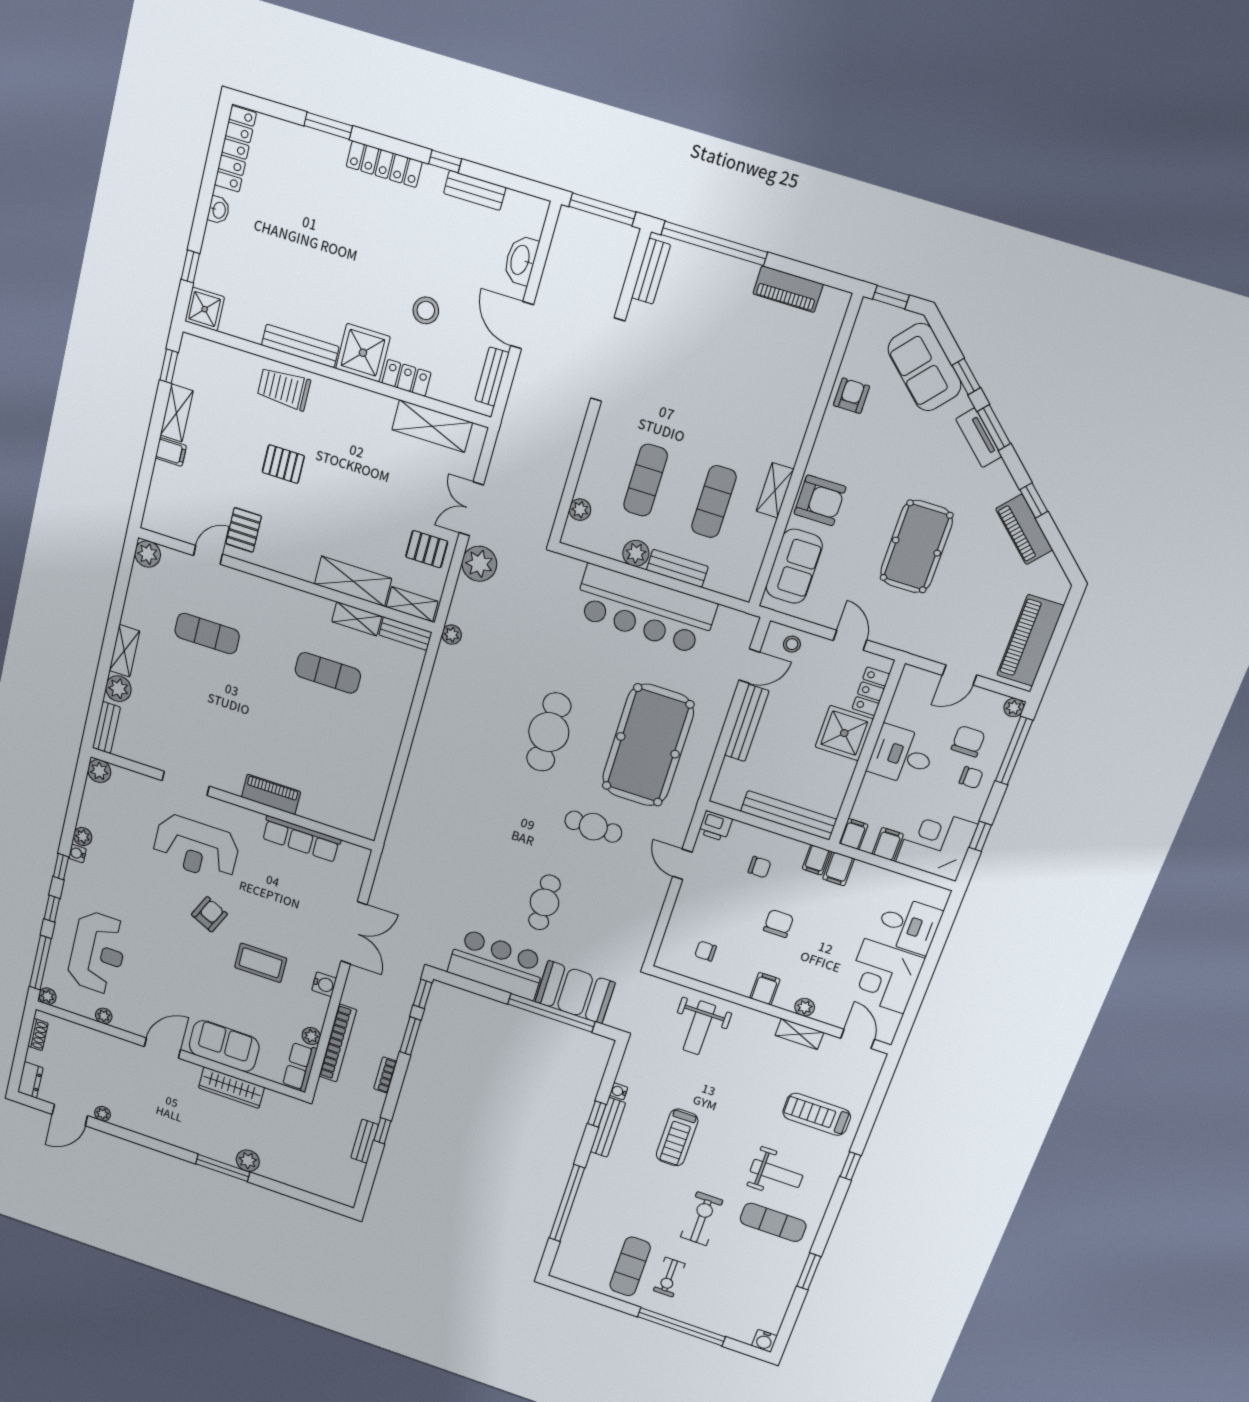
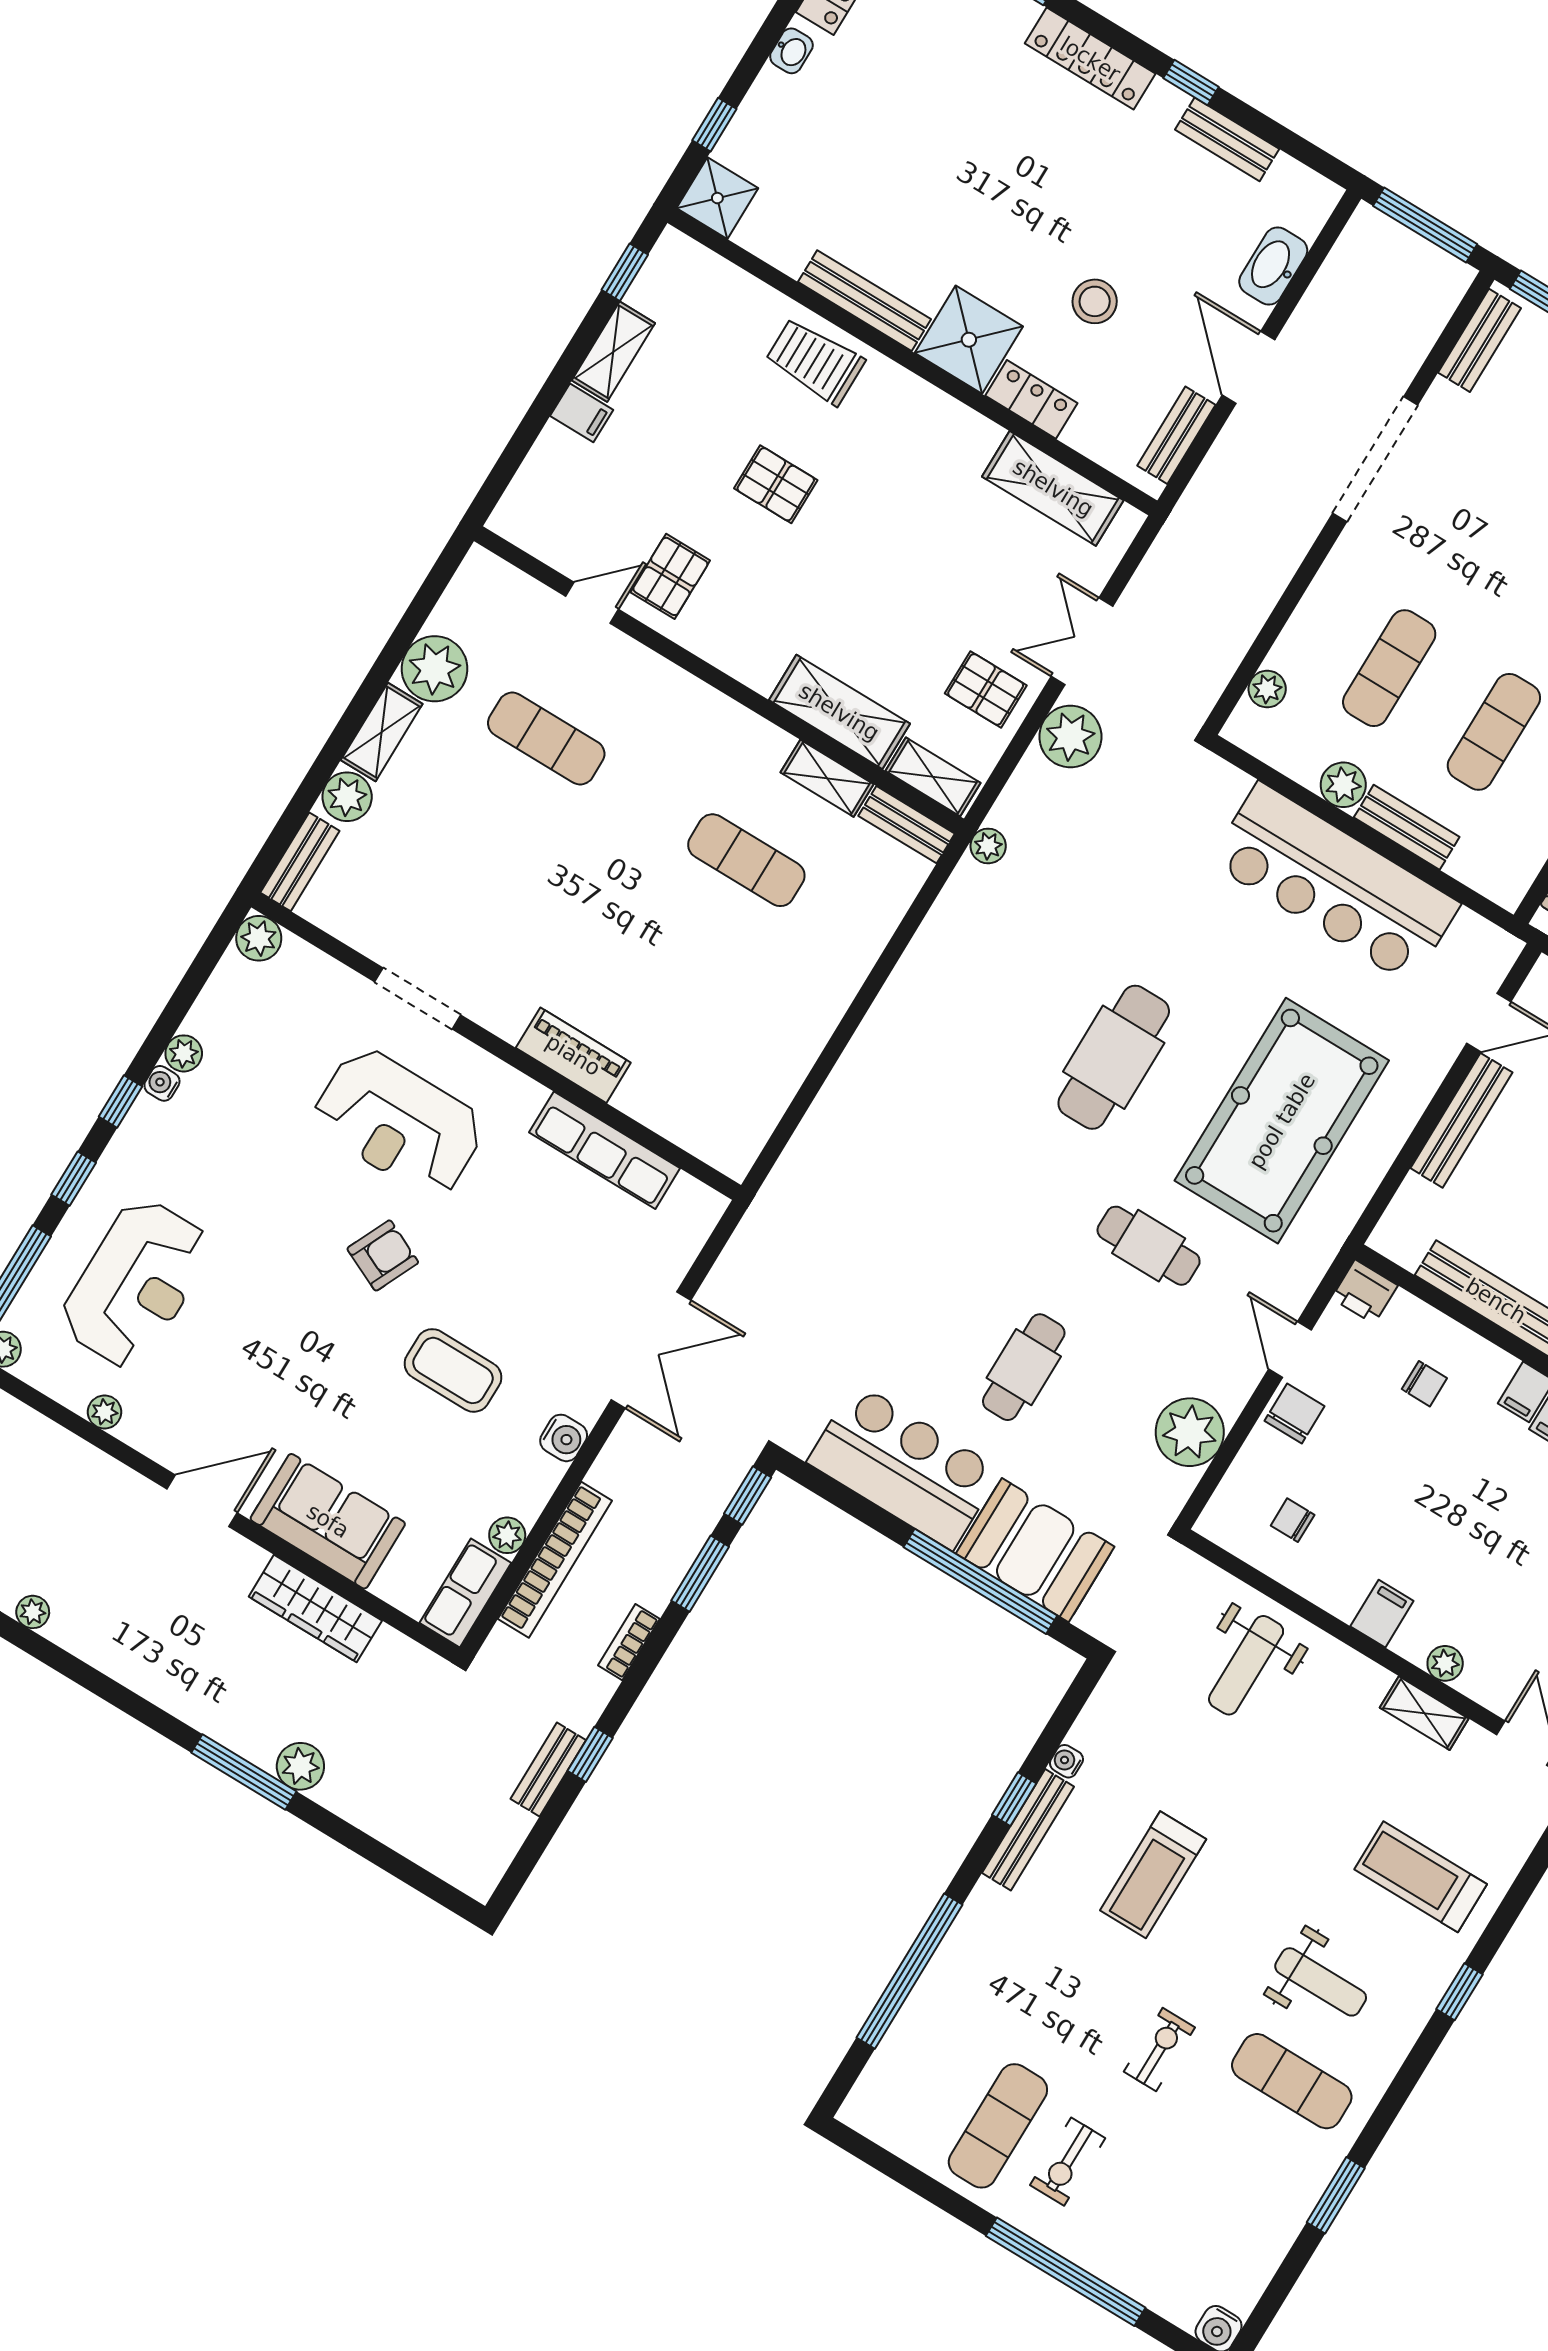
plant: (148, 554) -> (435, 669), moved, width x1.36, depth x1.36
plant: (640, 918) -> (1190, 1432), added
chair: (778, 923) -> (1294, 1414), moved
exercise bike: (702, 1219) -> (1159, 2050), width x0.73, depth x0.72

